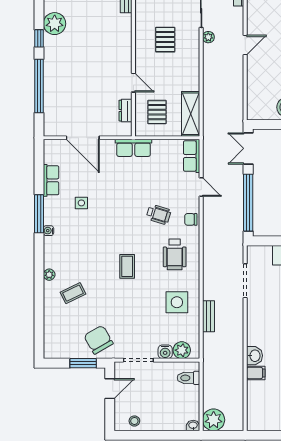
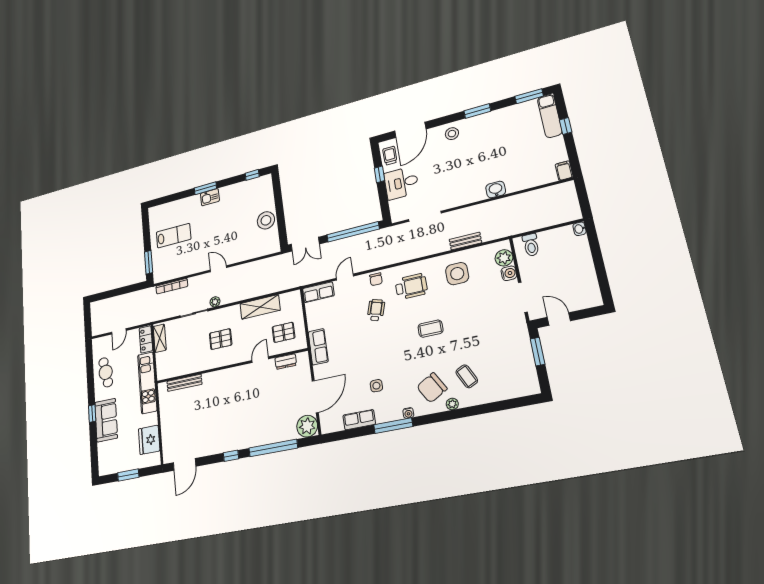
plant: (55, 24) -> (307, 426), moved
shelving: (191, 114) -> (260, 307), moved
chair: (98, 340) -> (432, 388), moved
filing cabinet: (256, 373) -> (564, 171), moved
plant: (214, 420) -> (569, 211), removed
stool: (134, 421) -> (588, 287), removed

